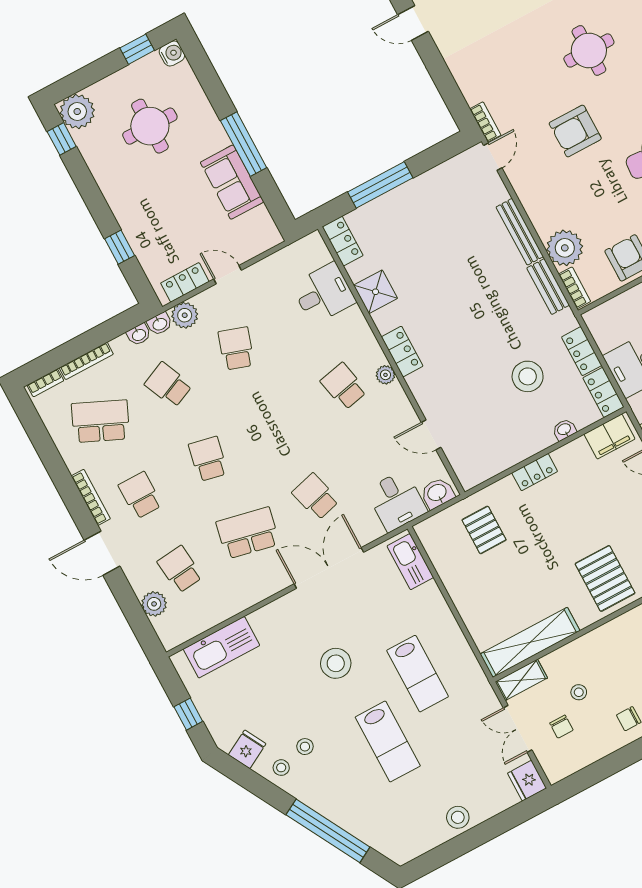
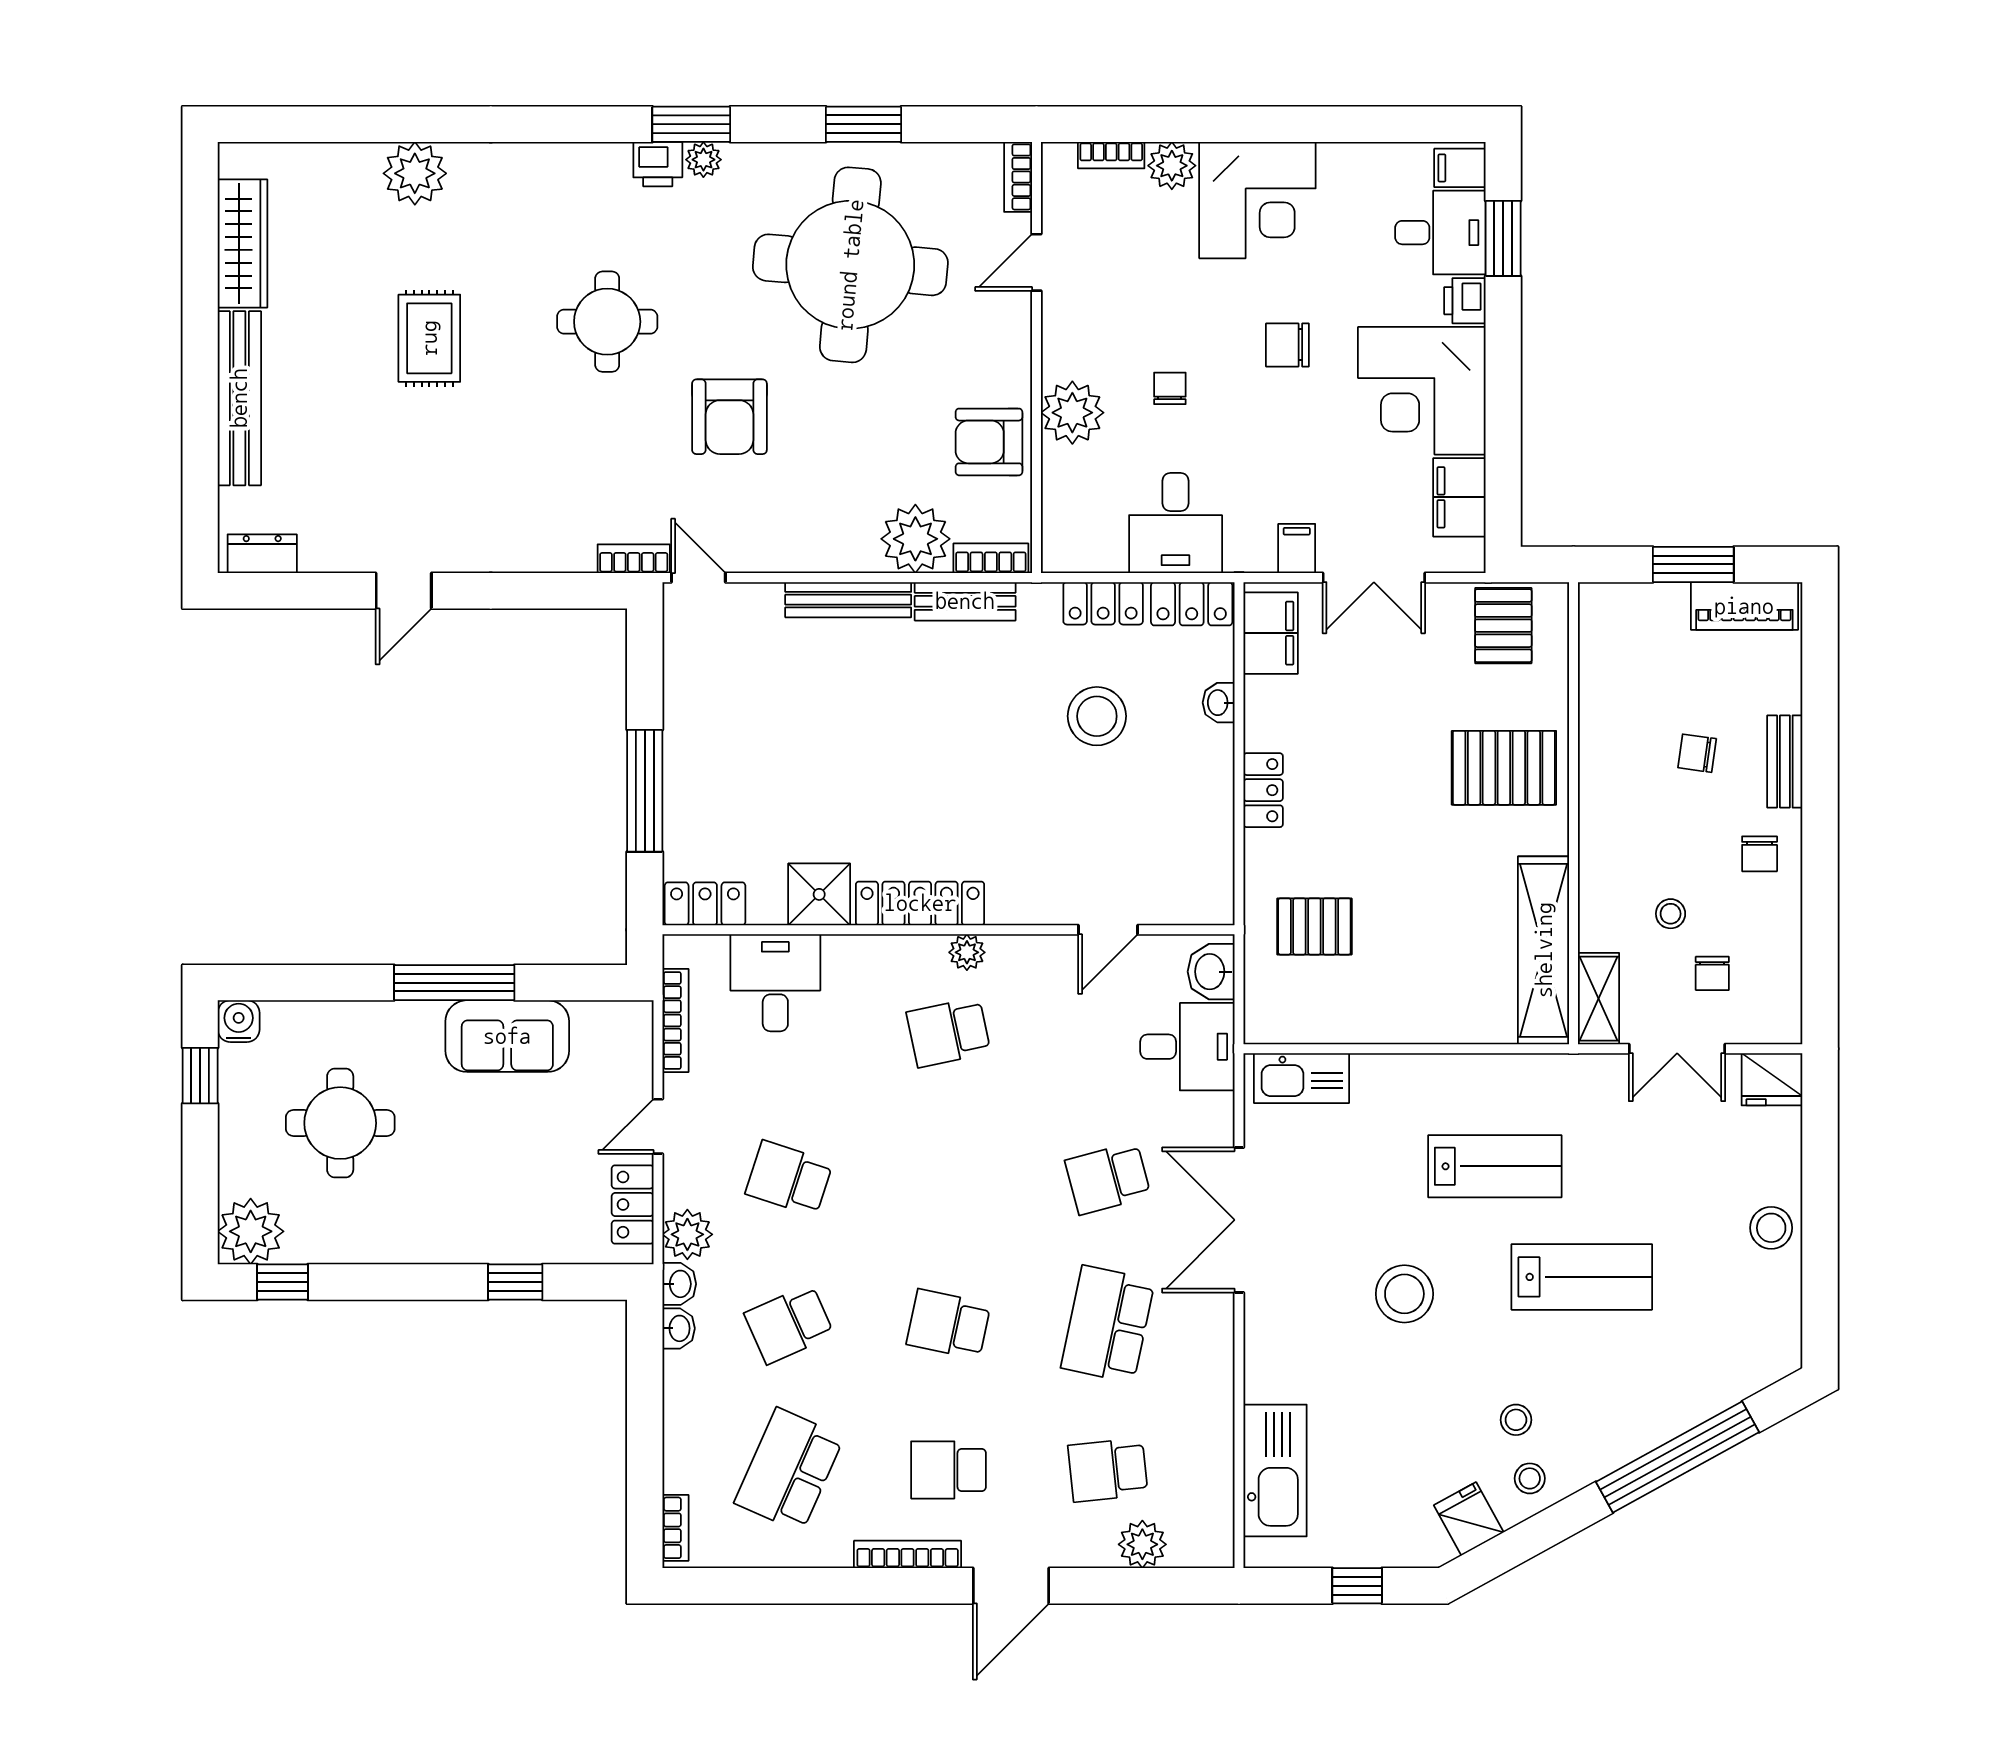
locker: (402, 351) -> (920, 903), width x1.53
bookcase: (86, 361) -> (676, 1020), moved
chair: (561, 727) -> (1712, 973), turned 90

